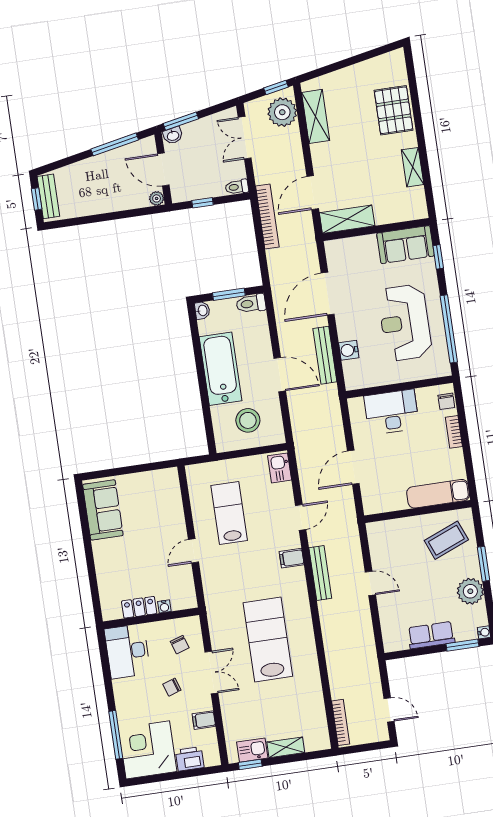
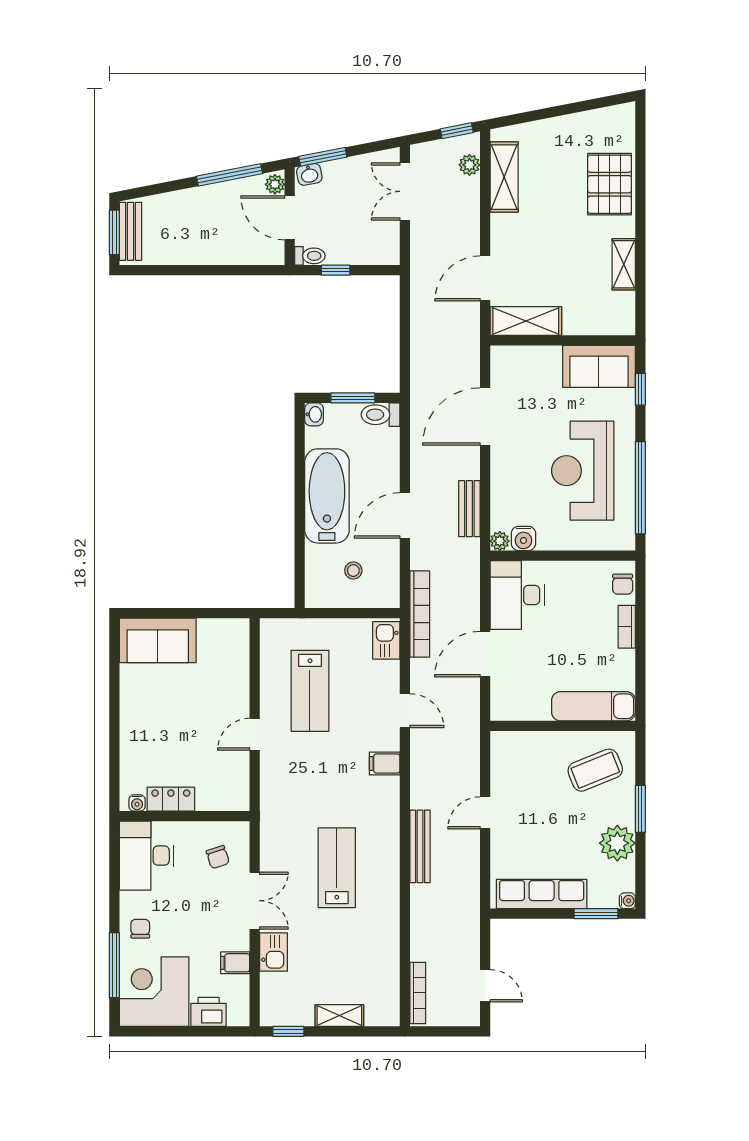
plant: (282, 112) -> (469, 165), width x0.53, depth x0.53
toilet: (237, 187) -> (310, 256), moved, turned 180
plant: (157, 198) -> (275, 184), moved
window: (37, 199) -> (114, 232), width x1.50
bookcase: (267, 216) -> (420, 614), moved
water cooler: (349, 350) -> (523, 538), moved, turned -90
bench: (325, 355) -> (469, 509), width x0.73
door: (280, 375) -> (405, 515), swing flipped
plant: (352, 383) -> (500, 541), added
desk: (392, 412) -> (517, 595), moved, turned -90
stool: (248, 420) -> (353, 571), width x0.53, depth x0.53
sofa: (103, 510) -> (158, 640), moved, turned 90
lab bench: (229, 513) -> (310, 691), turned 180
door: (301, 517) -> (405, 711), hinge flipped
bench: (320, 573) -> (420, 846), moved
door: (370, 583) -> (485, 813), swing flipped
water cooler: (164, 606) -> (137, 803), moved
row of seats: (431, 635) -> (542, 894), width x1.48
lab bench: (268, 640) -> (337, 868), width x0.73, depth x0.72
chair: (172, 687) -> (140, 929), moved, turned 108
kitchen sink: (252, 750) -> (274, 952), moved, turned 90

